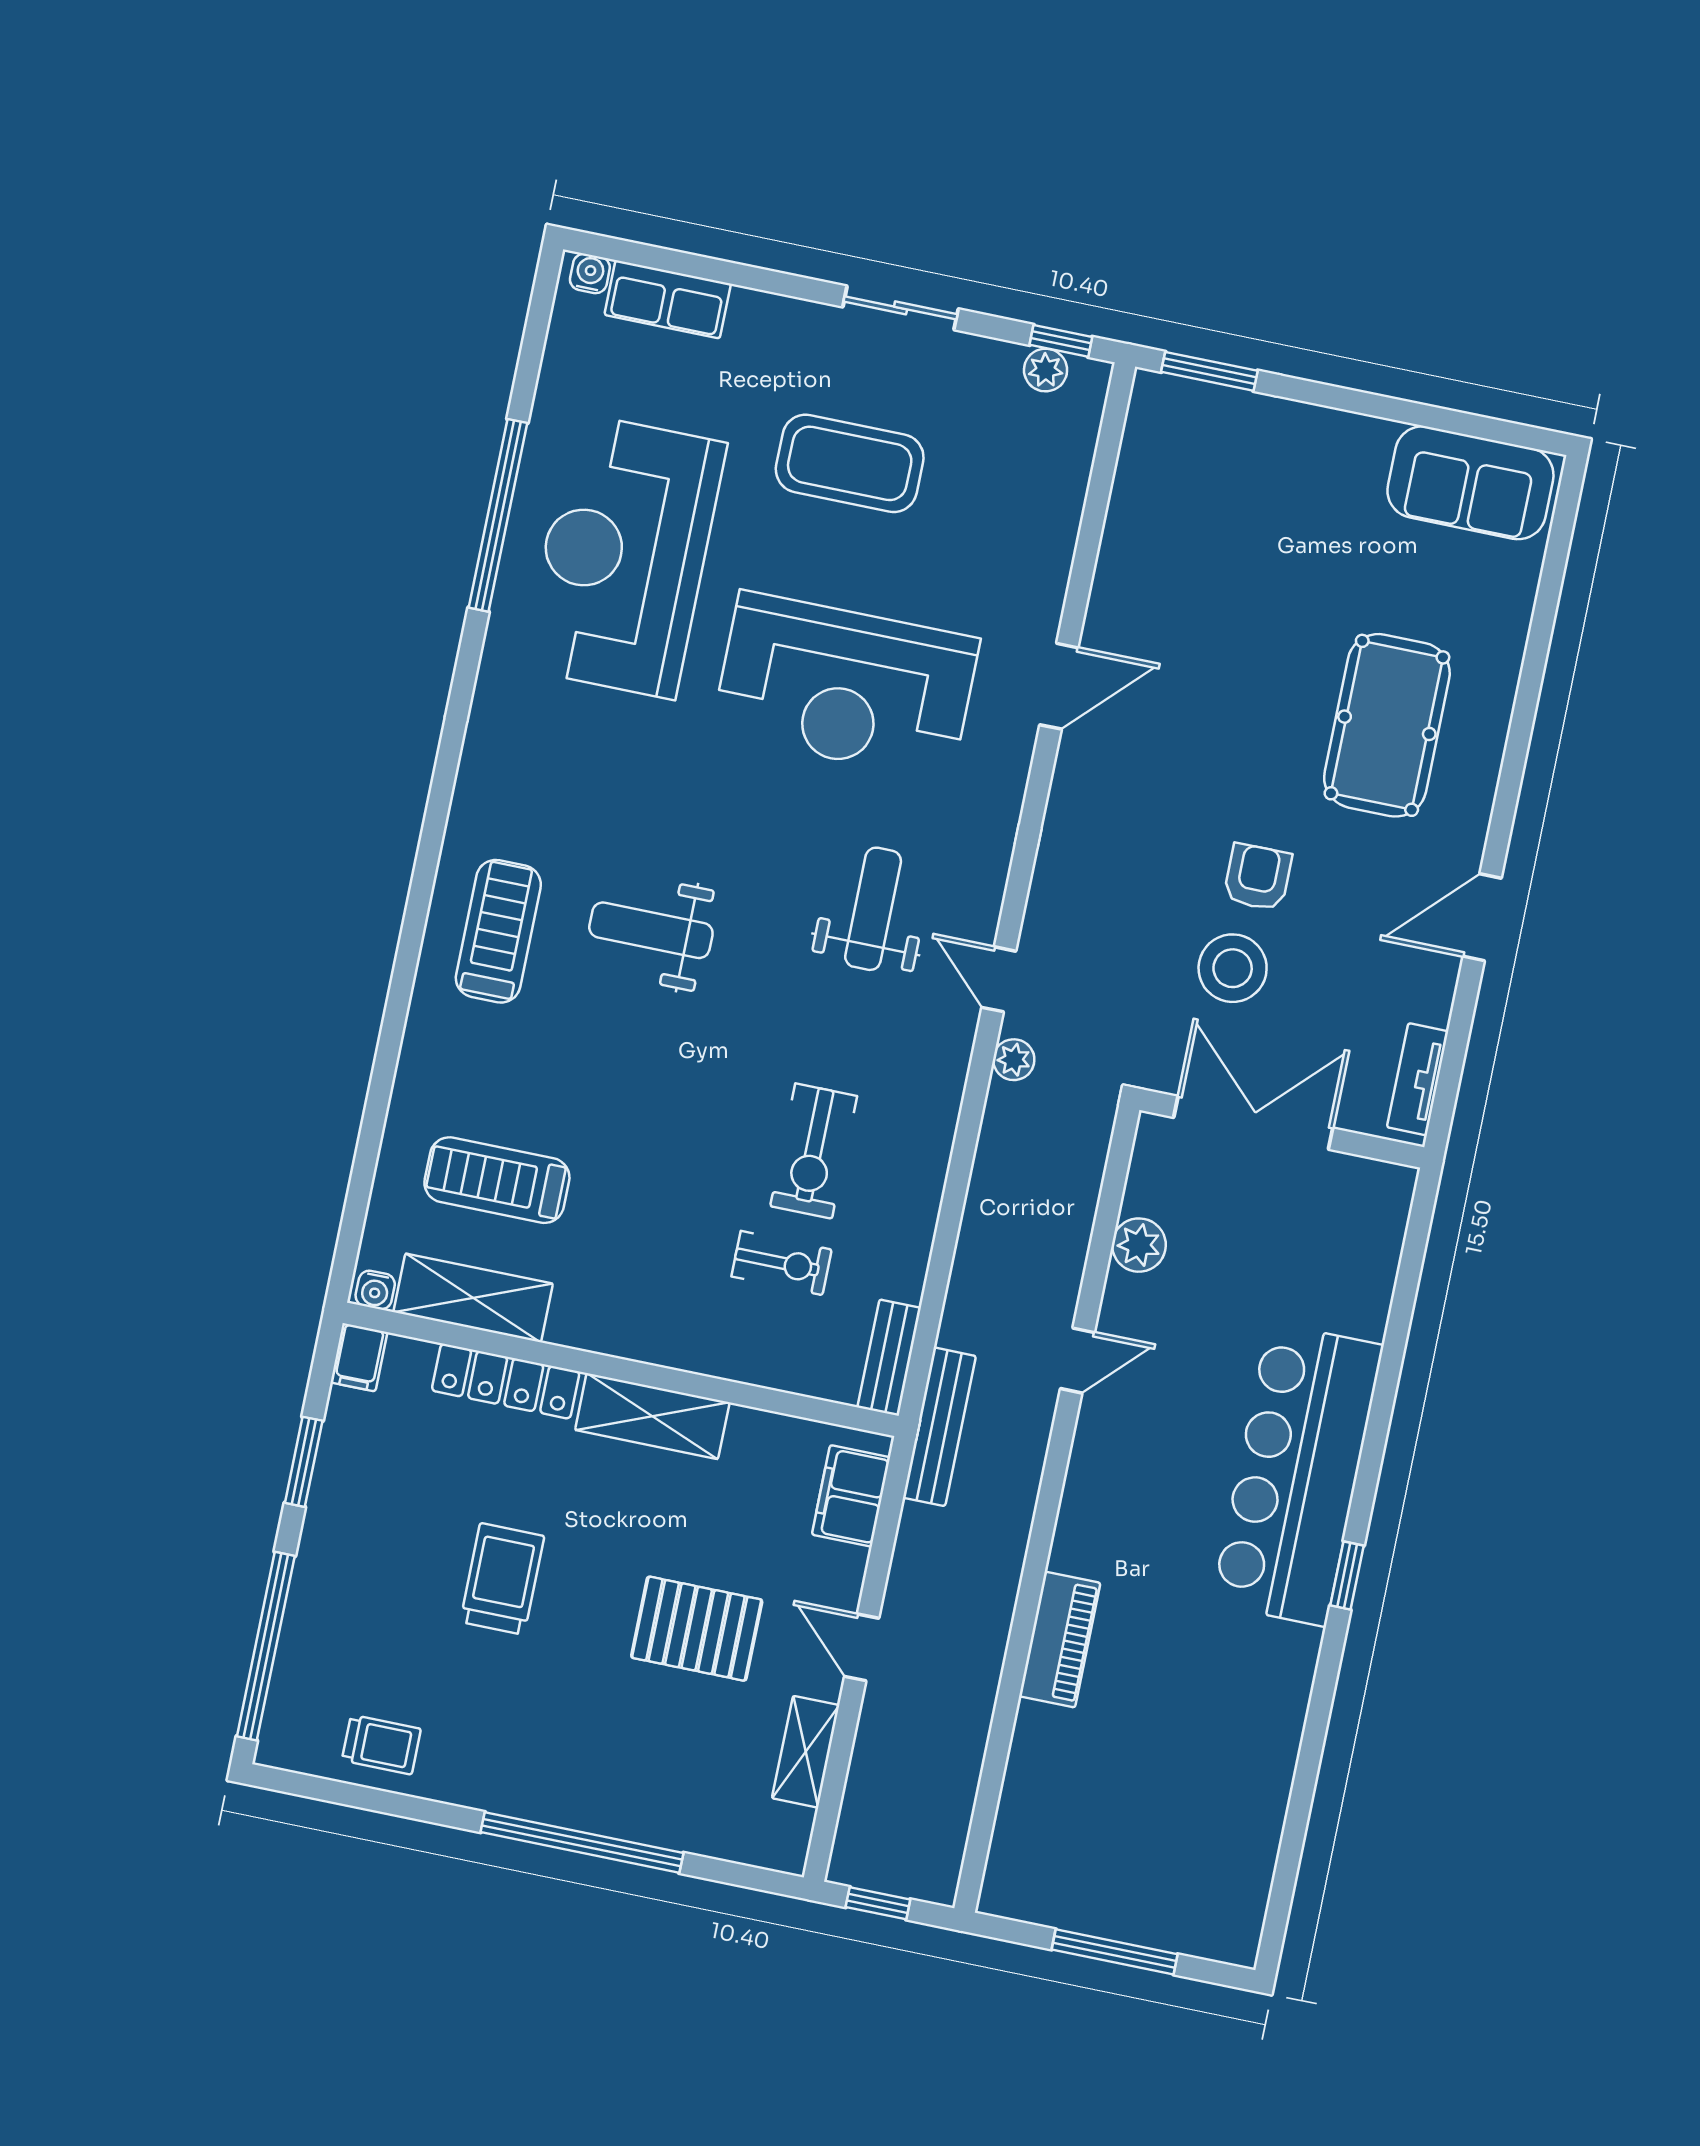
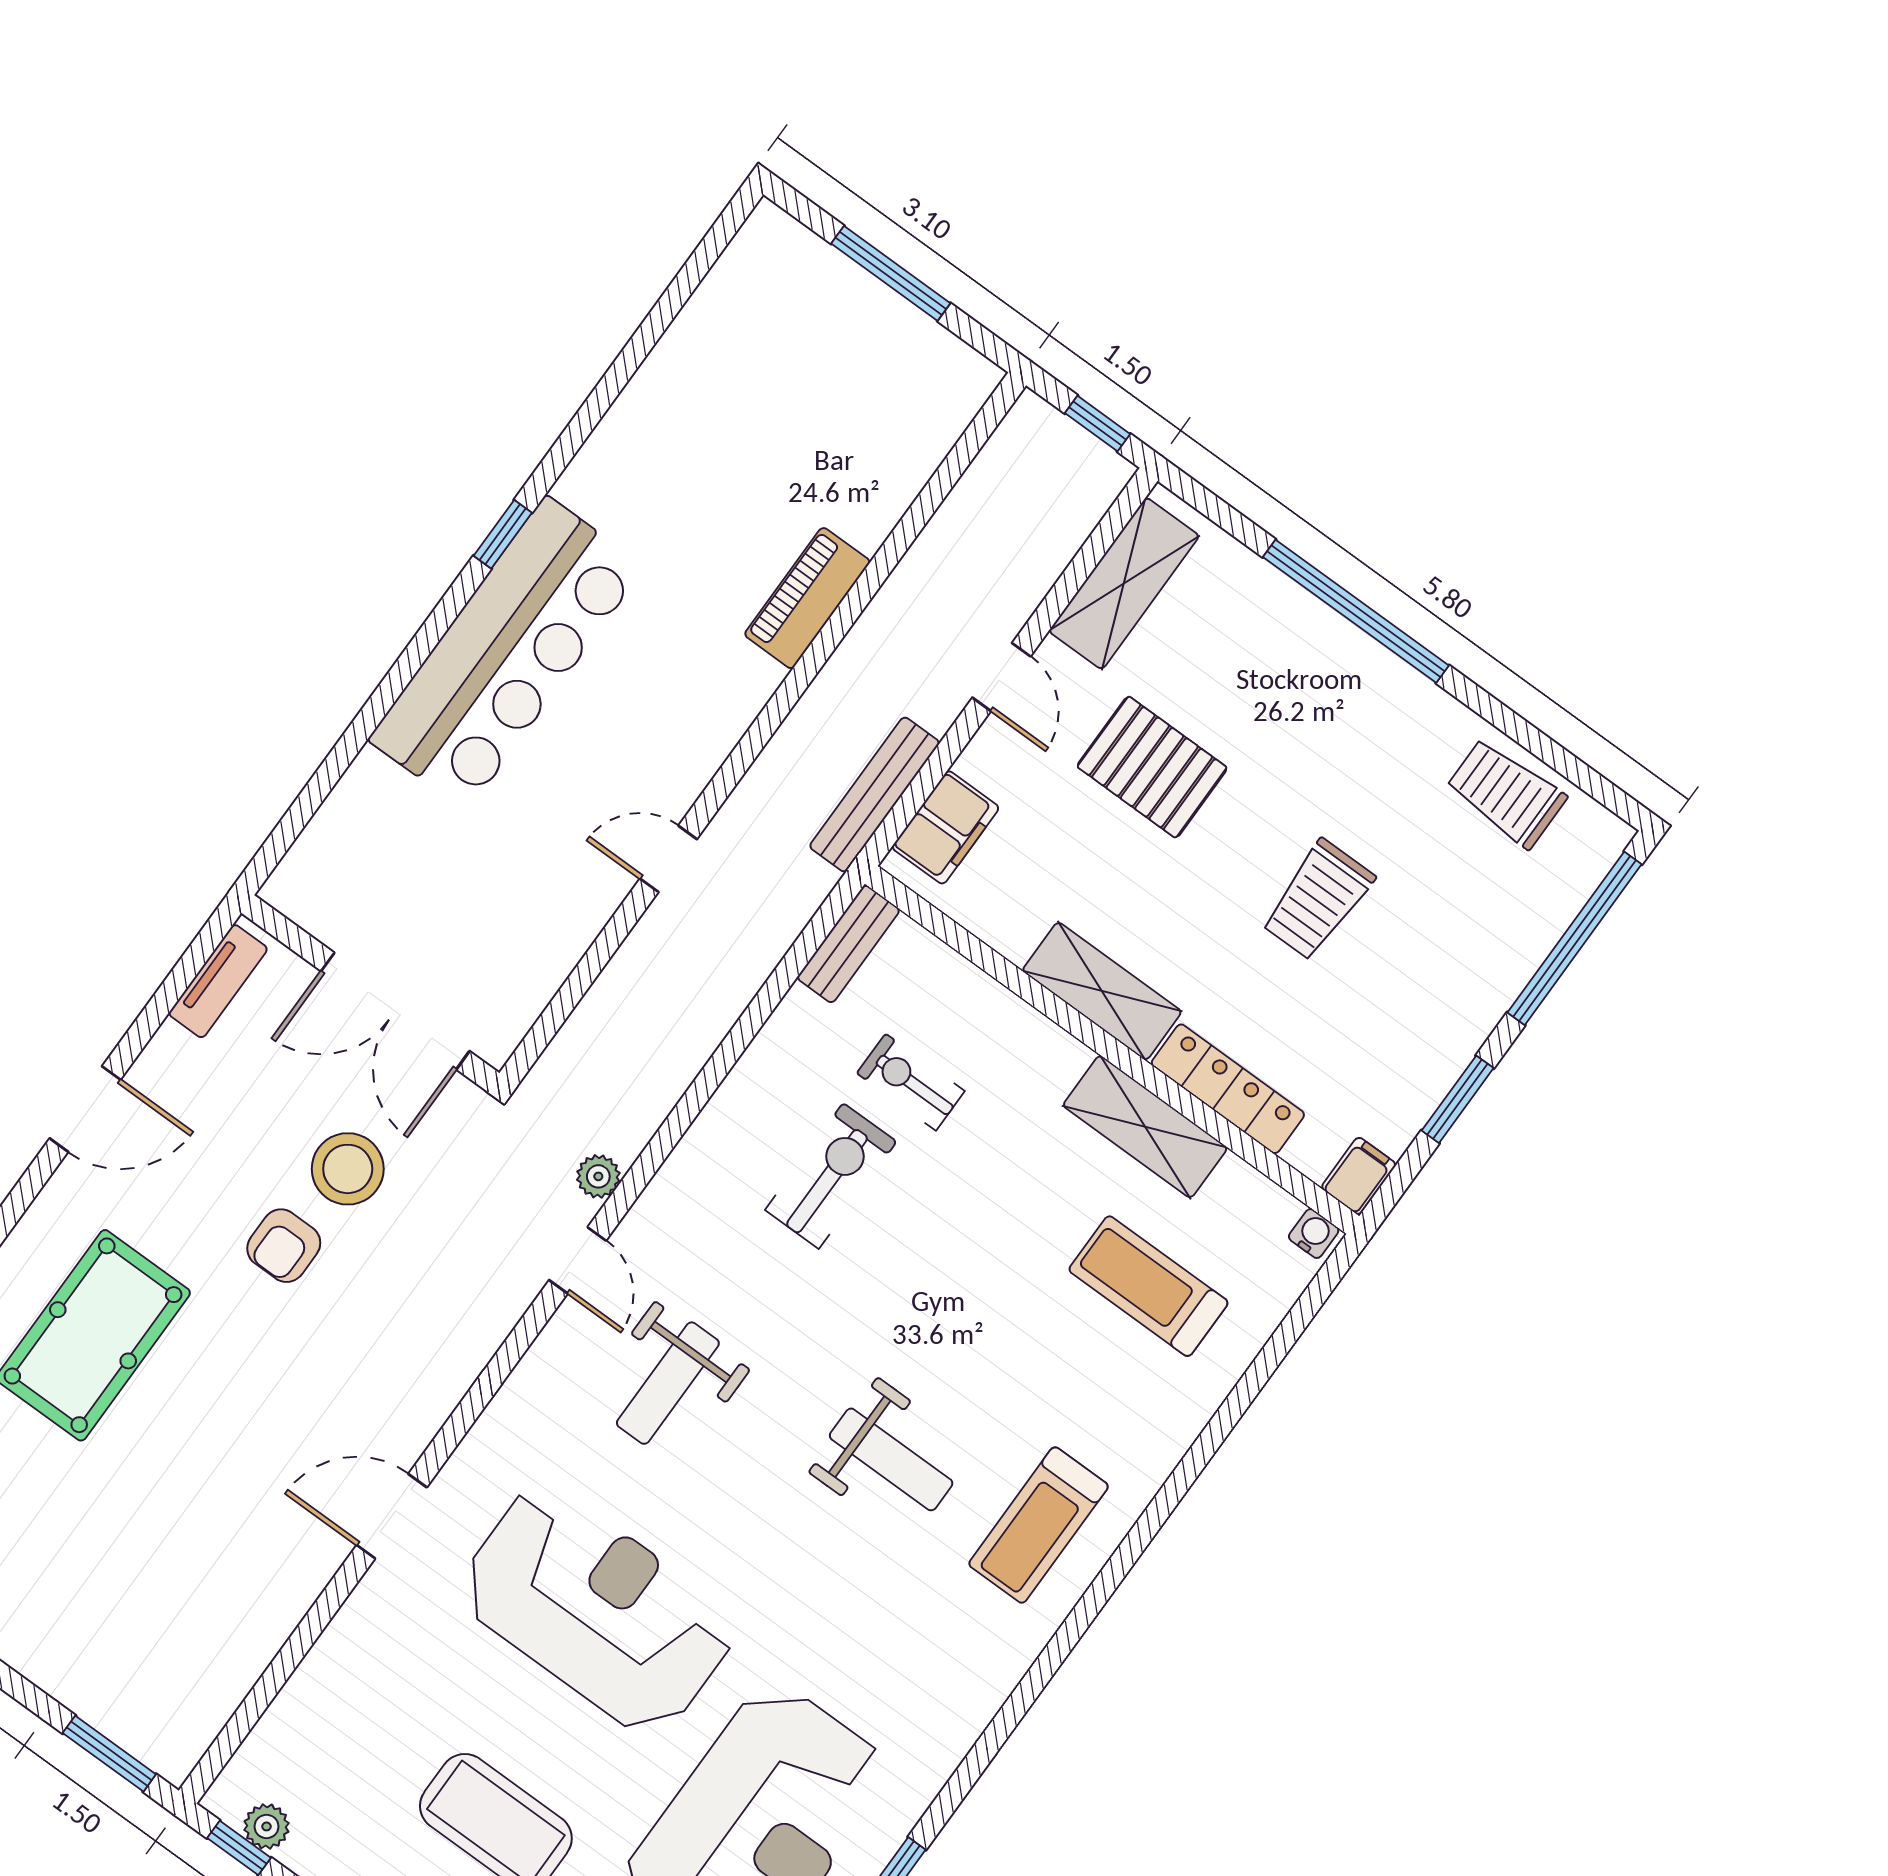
treadmill: (497, 1180) -> (1148, 1286), turned 180
plant: (1139, 1245) -> (559, 943), removed
shelving: (473, 1298) -> (1145, 1127), moved
bench: (939, 1427) -> (874, 795), moved
trolley: (381, 1745) -> (1506, 793), width x1.36, depth x1.39
shelving: (806, 1752) -> (1124, 583), width x1.50, depth x1.33

